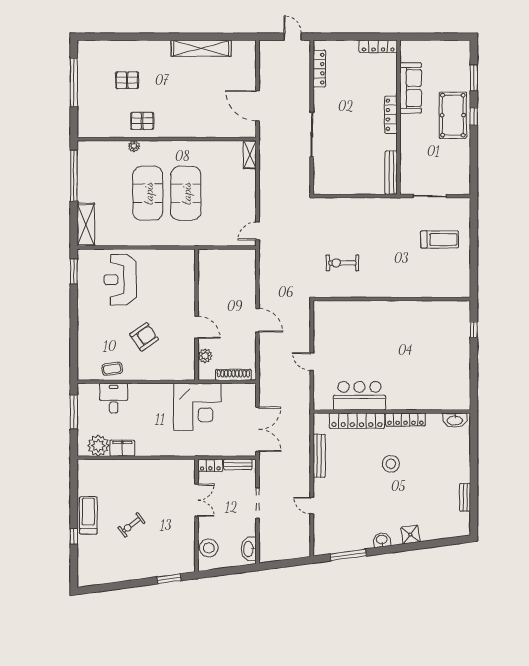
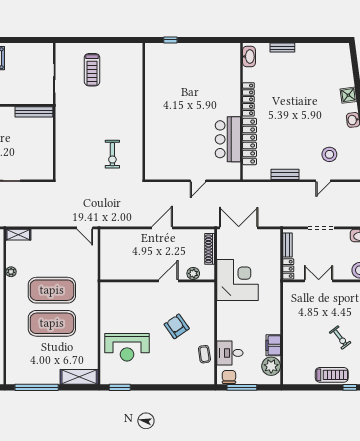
plant: (134, 146) -> (11, 272), moved
treadmill: (440, 239) -> (92, 70), turned 180
chair: (86, 397) -> (229, 377), added
double door: (258, 429) -> (239, 228), moved
bench: (319, 456) -> (285, 174), width x0.73
stool: (391, 464) -> (329, 154), moved
bench: (465, 497) -> (282, 48), moved
treadmill: (88, 515) -> (332, 375), turned 180

